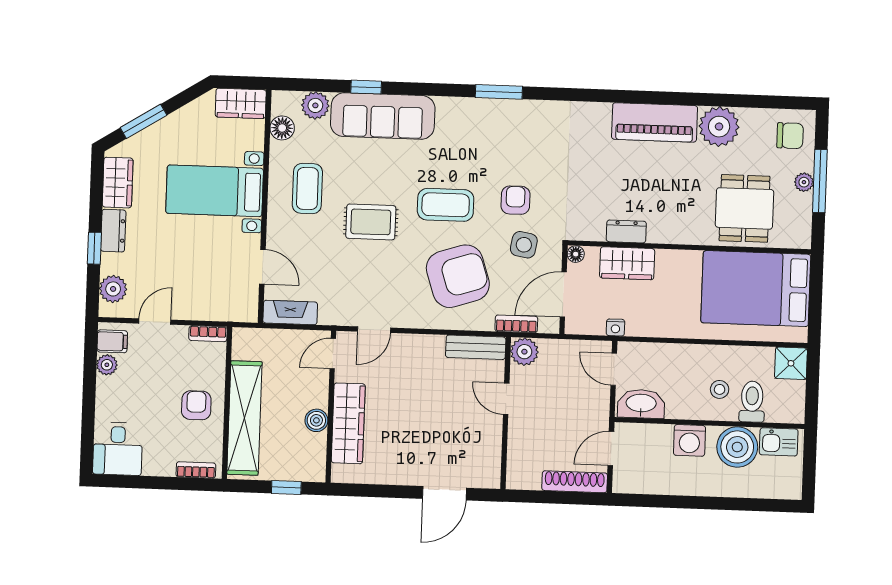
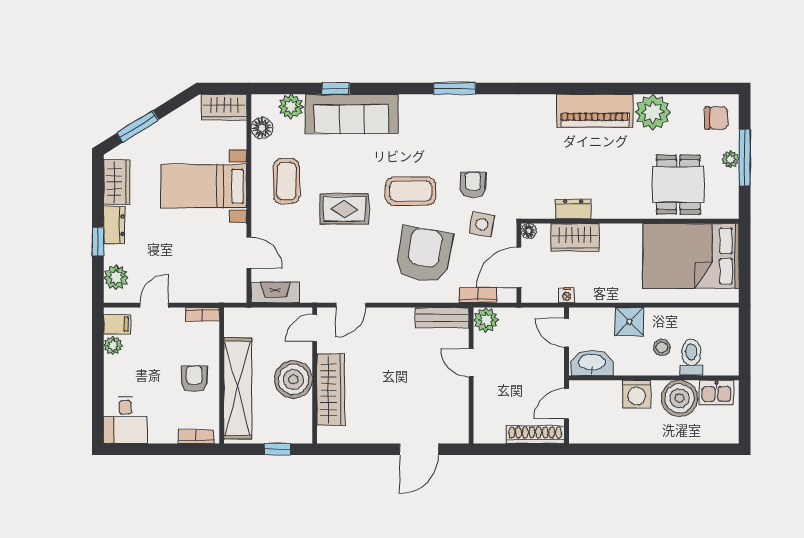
armchair: (458, 276) -> (424, 255), turned -62
shower: (791, 363) -> (629, 322), moved
boiler: (316, 420) -> (293, 379), width x1.86, depth x1.86

